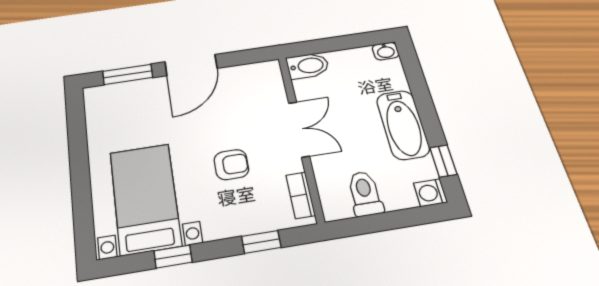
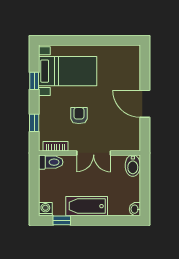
window: (128, 74) -> (145, 69), removed
armchair: (231, 165) -> (79, 116), turned 180
toilet: (365, 194) -> (51, 162), moved

